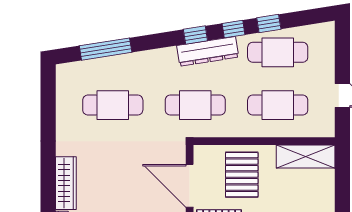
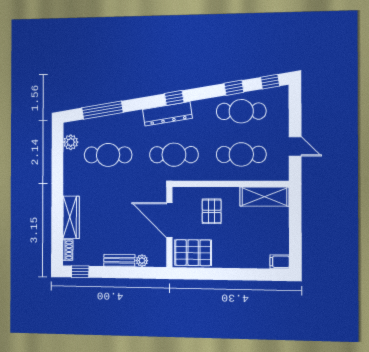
window: (233, 29) -> (270, 82), moved
dresser: (208, 51) -> (167, 114), moved
plant: (65, 89) -> (71, 142), added
pallet: (242, 175) -> (212, 211), width x0.67, depth x0.71

